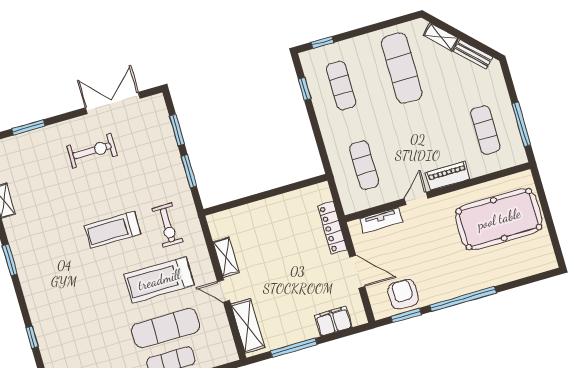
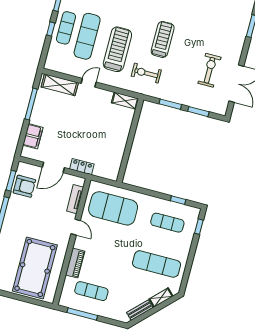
exercise bike: (92, 151) -> (210, 70), moved, turned 180
exercise mat: (364, 165) -> (113, 208), width x2.00, depth x1.45
piano: (448, 176) -> (75, 263), moved
locker: (332, 228) -> (82, 167), width x0.66
shelving: (226, 257) -> (125, 101), moved

